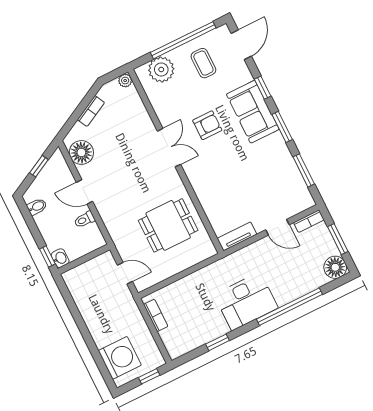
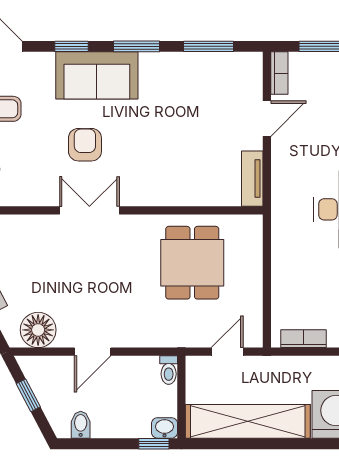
toilet: (84, 220) -> (169, 370), moved
shelving: (89, 307) -> (248, 421), added

